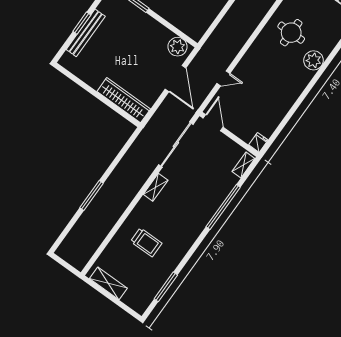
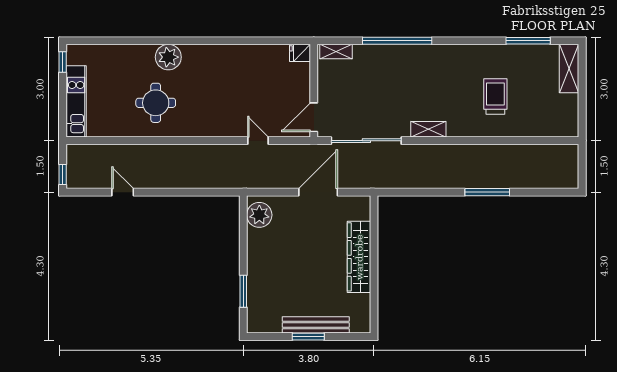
door: (176, 79) -> (318, 192), moved
wardrobe: (124, 100) -> (359, 257), moved
shelving: (108, 283) -> (569, 68), moved

